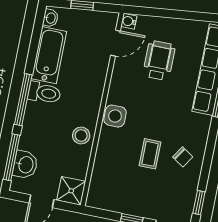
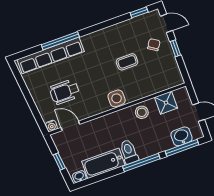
chair: (183, 157) -> (154, 45), moved
shower: (71, 191) -> (166, 103), moved

